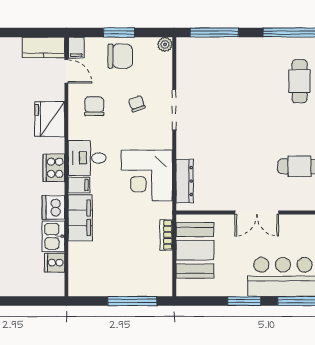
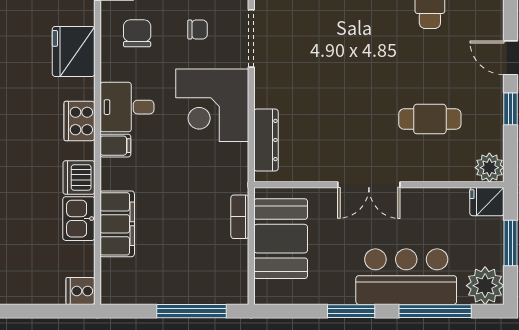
chair: (137, 104) -> (198, 30), turned 110
corner desk: (147, 175) -> (212, 105), moved
filing cabinet: (80, 218) -> (117, 224), moved
cooker: (55, 263) -> (80, 291), moved

